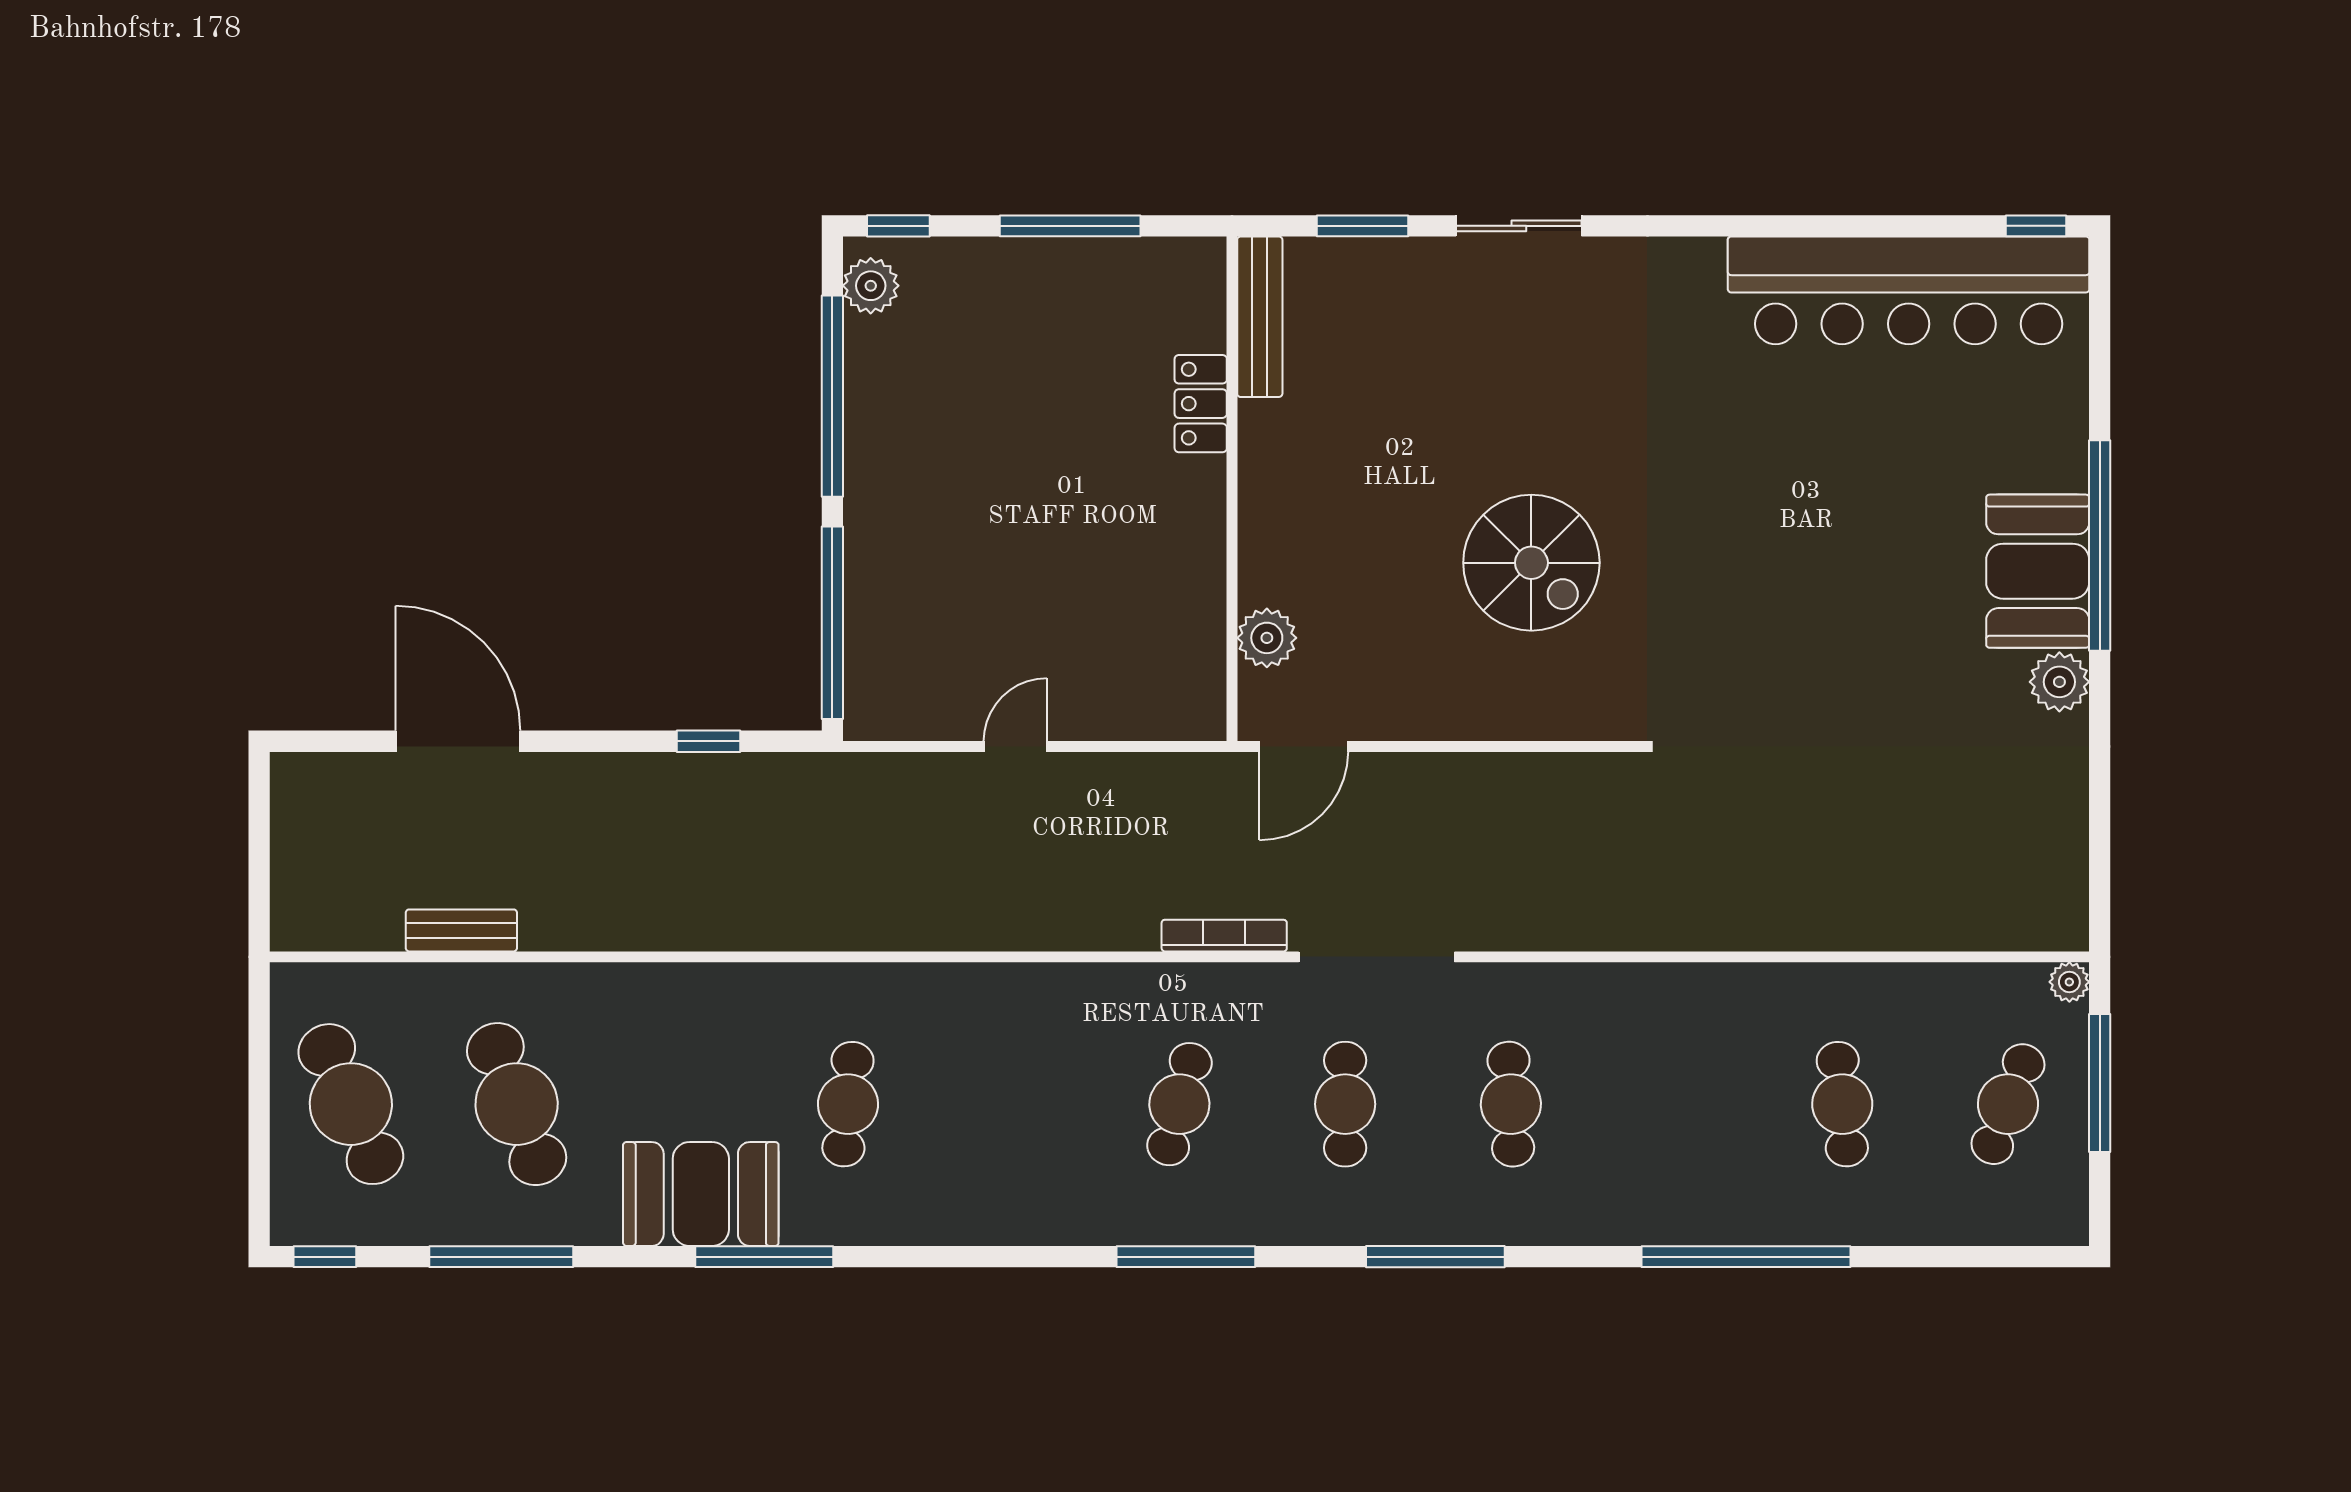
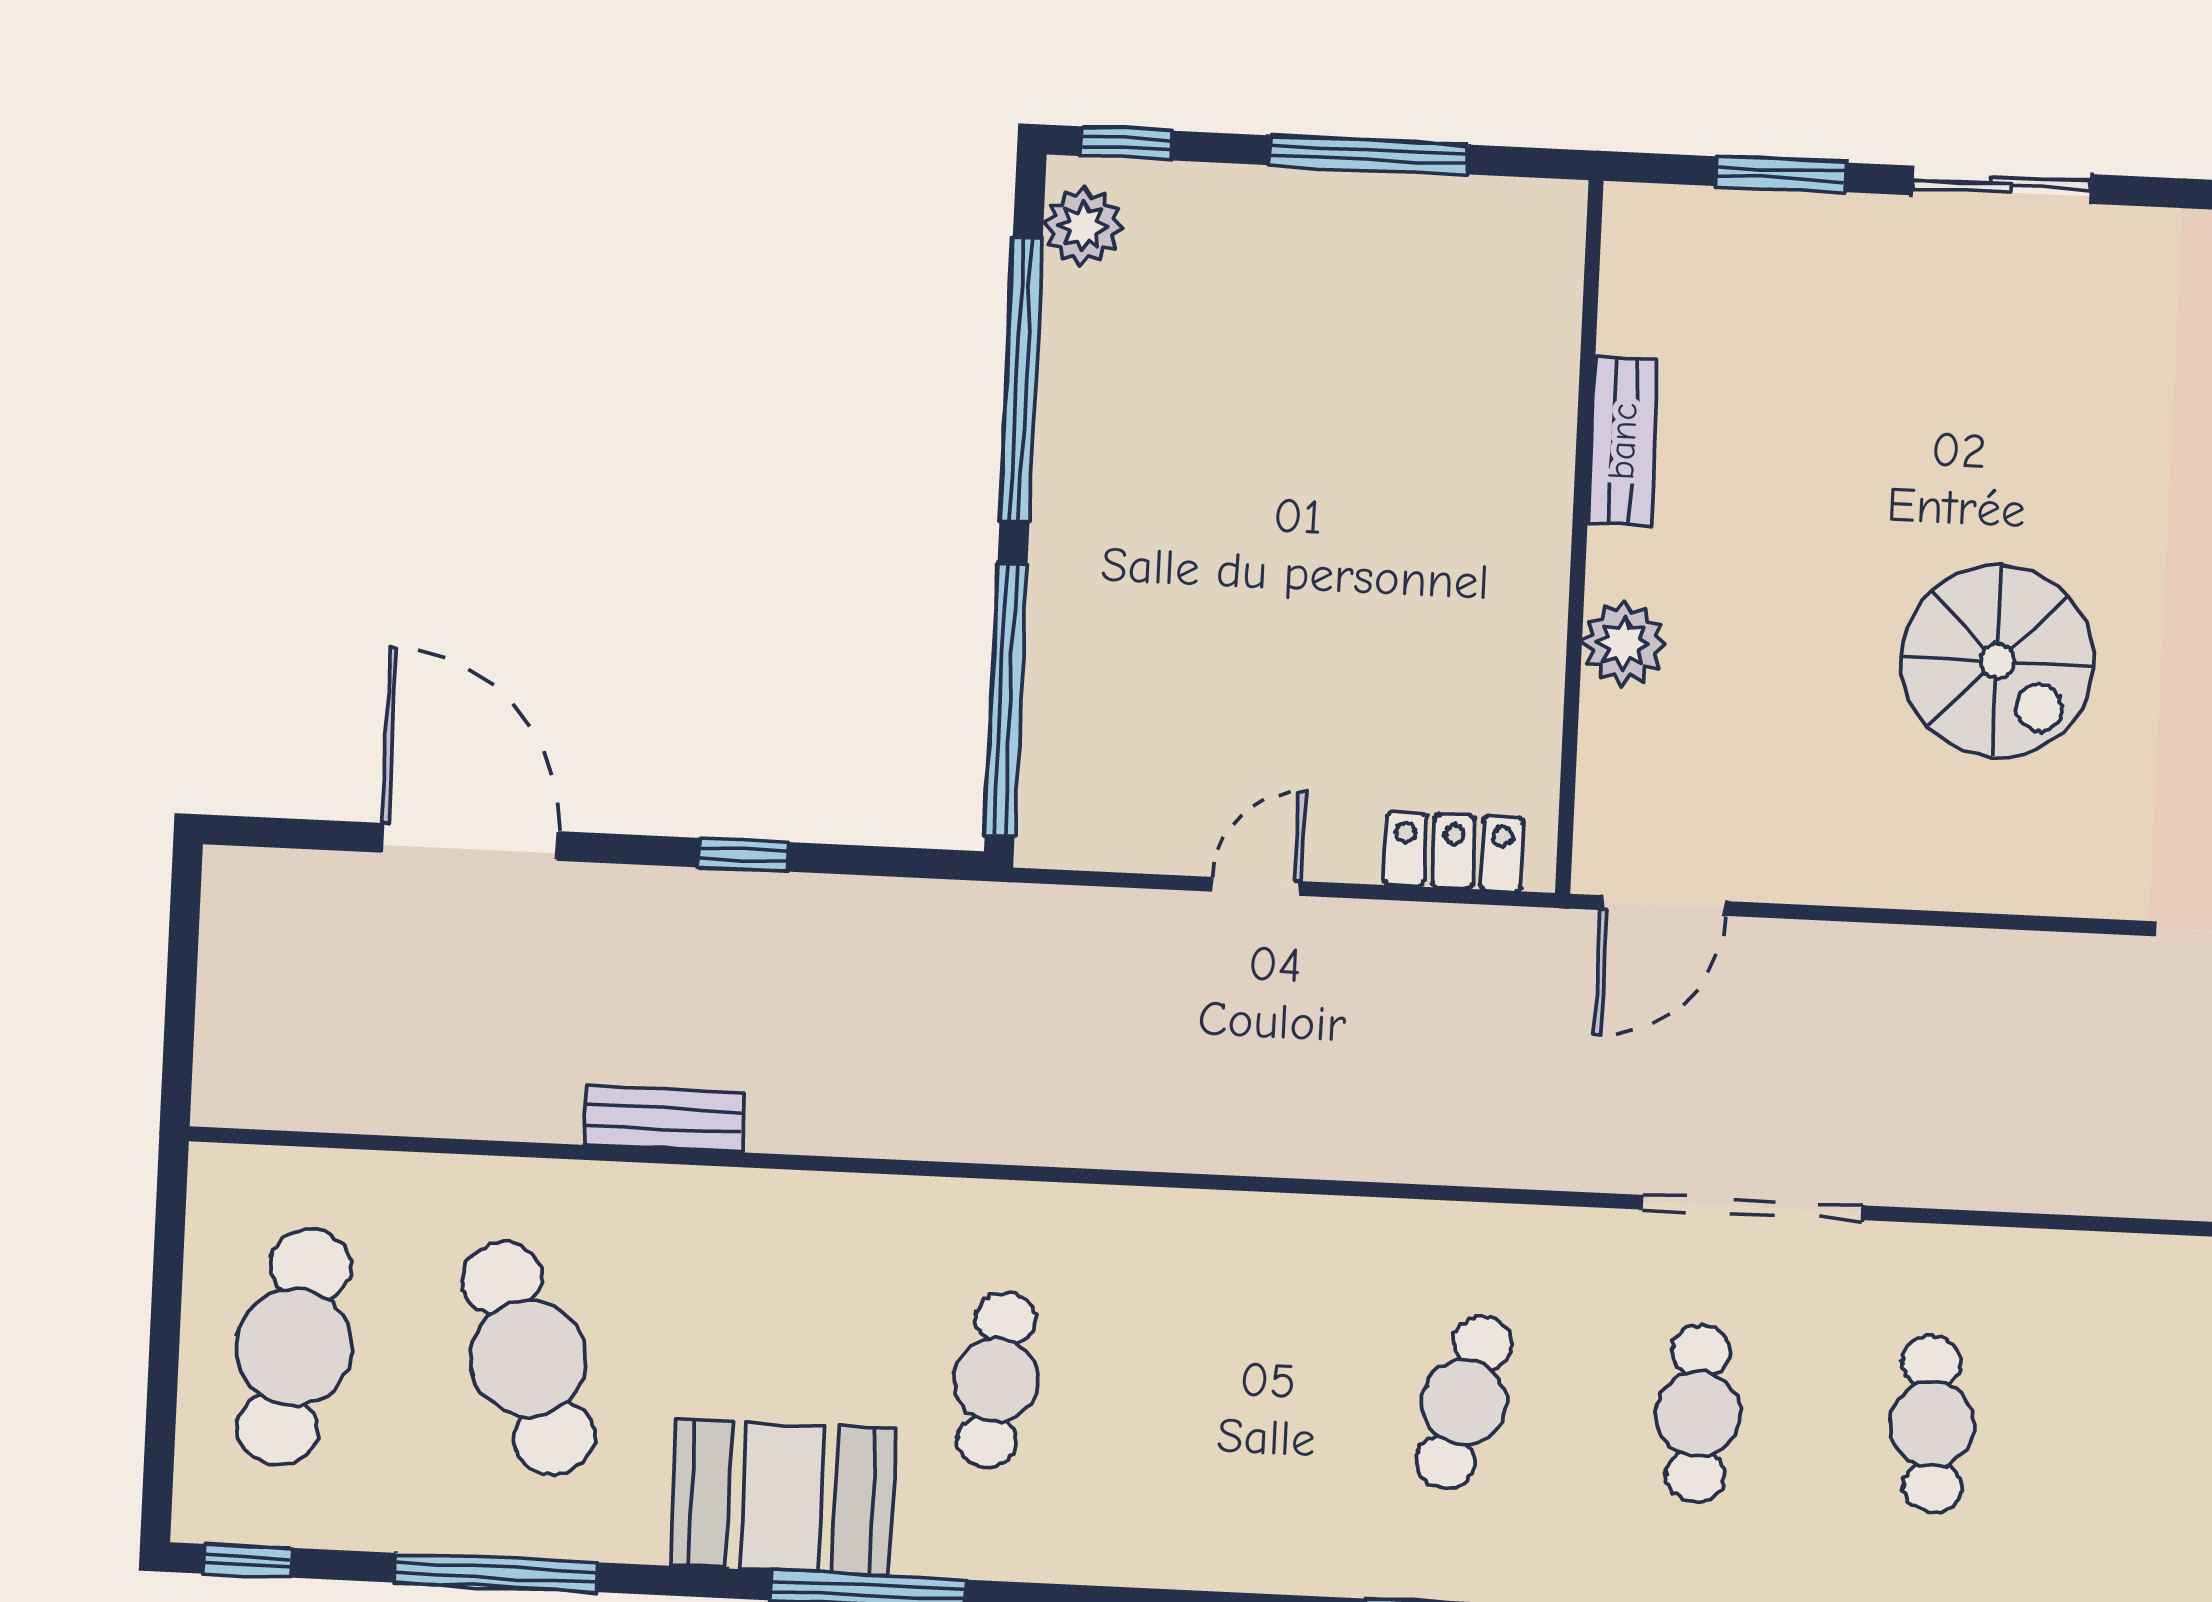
bench: (1260, 317) -> (1623, 441), moved, width x0.73
locker: (1201, 404) -> (1454, 851), moved, turned 90
plant: (1267, 638) -> (1624, 644), moved
window: (708, 741) -> (743, 855), moved
bench: (461, 930) -> (663, 1119), moved
bookcase: (1224, 936) -> (1539, 1167), removed
cafe table: (351, 1104) -> (294, 1347), turned 33

